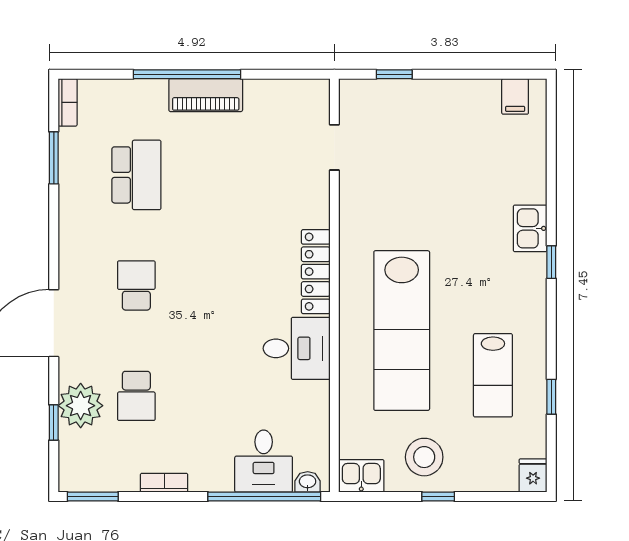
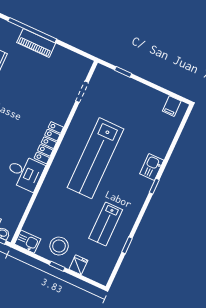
lab bench: (402, 331) -> (95, 158), moved
fridge: (533, 476) -> (78, 265), moved

